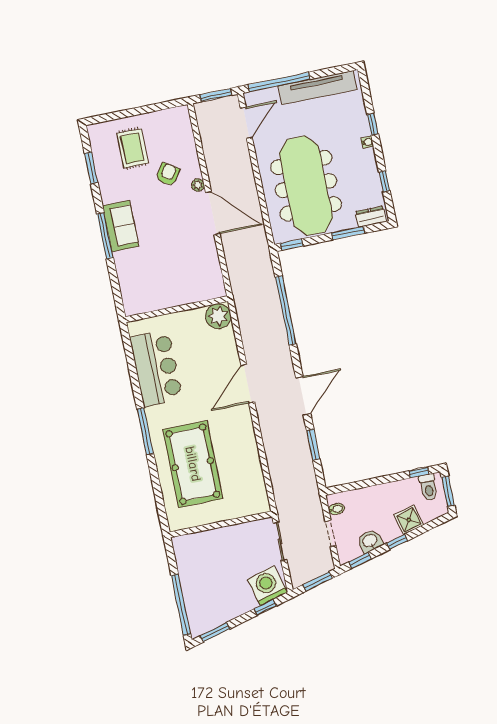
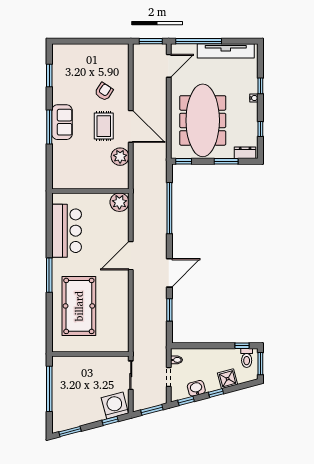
rug: (132, 148) -> (104, 126), moved
plant: (198, 185) -> (120, 157), moved, width x1.88, depth x1.88
window: (181, 605) -> (49, 389), moved

